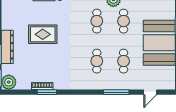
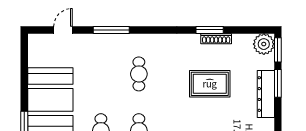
rug: (43, 34) -> (210, 84), moved
cafe table: (124, 61) -> (101, 74), removed

